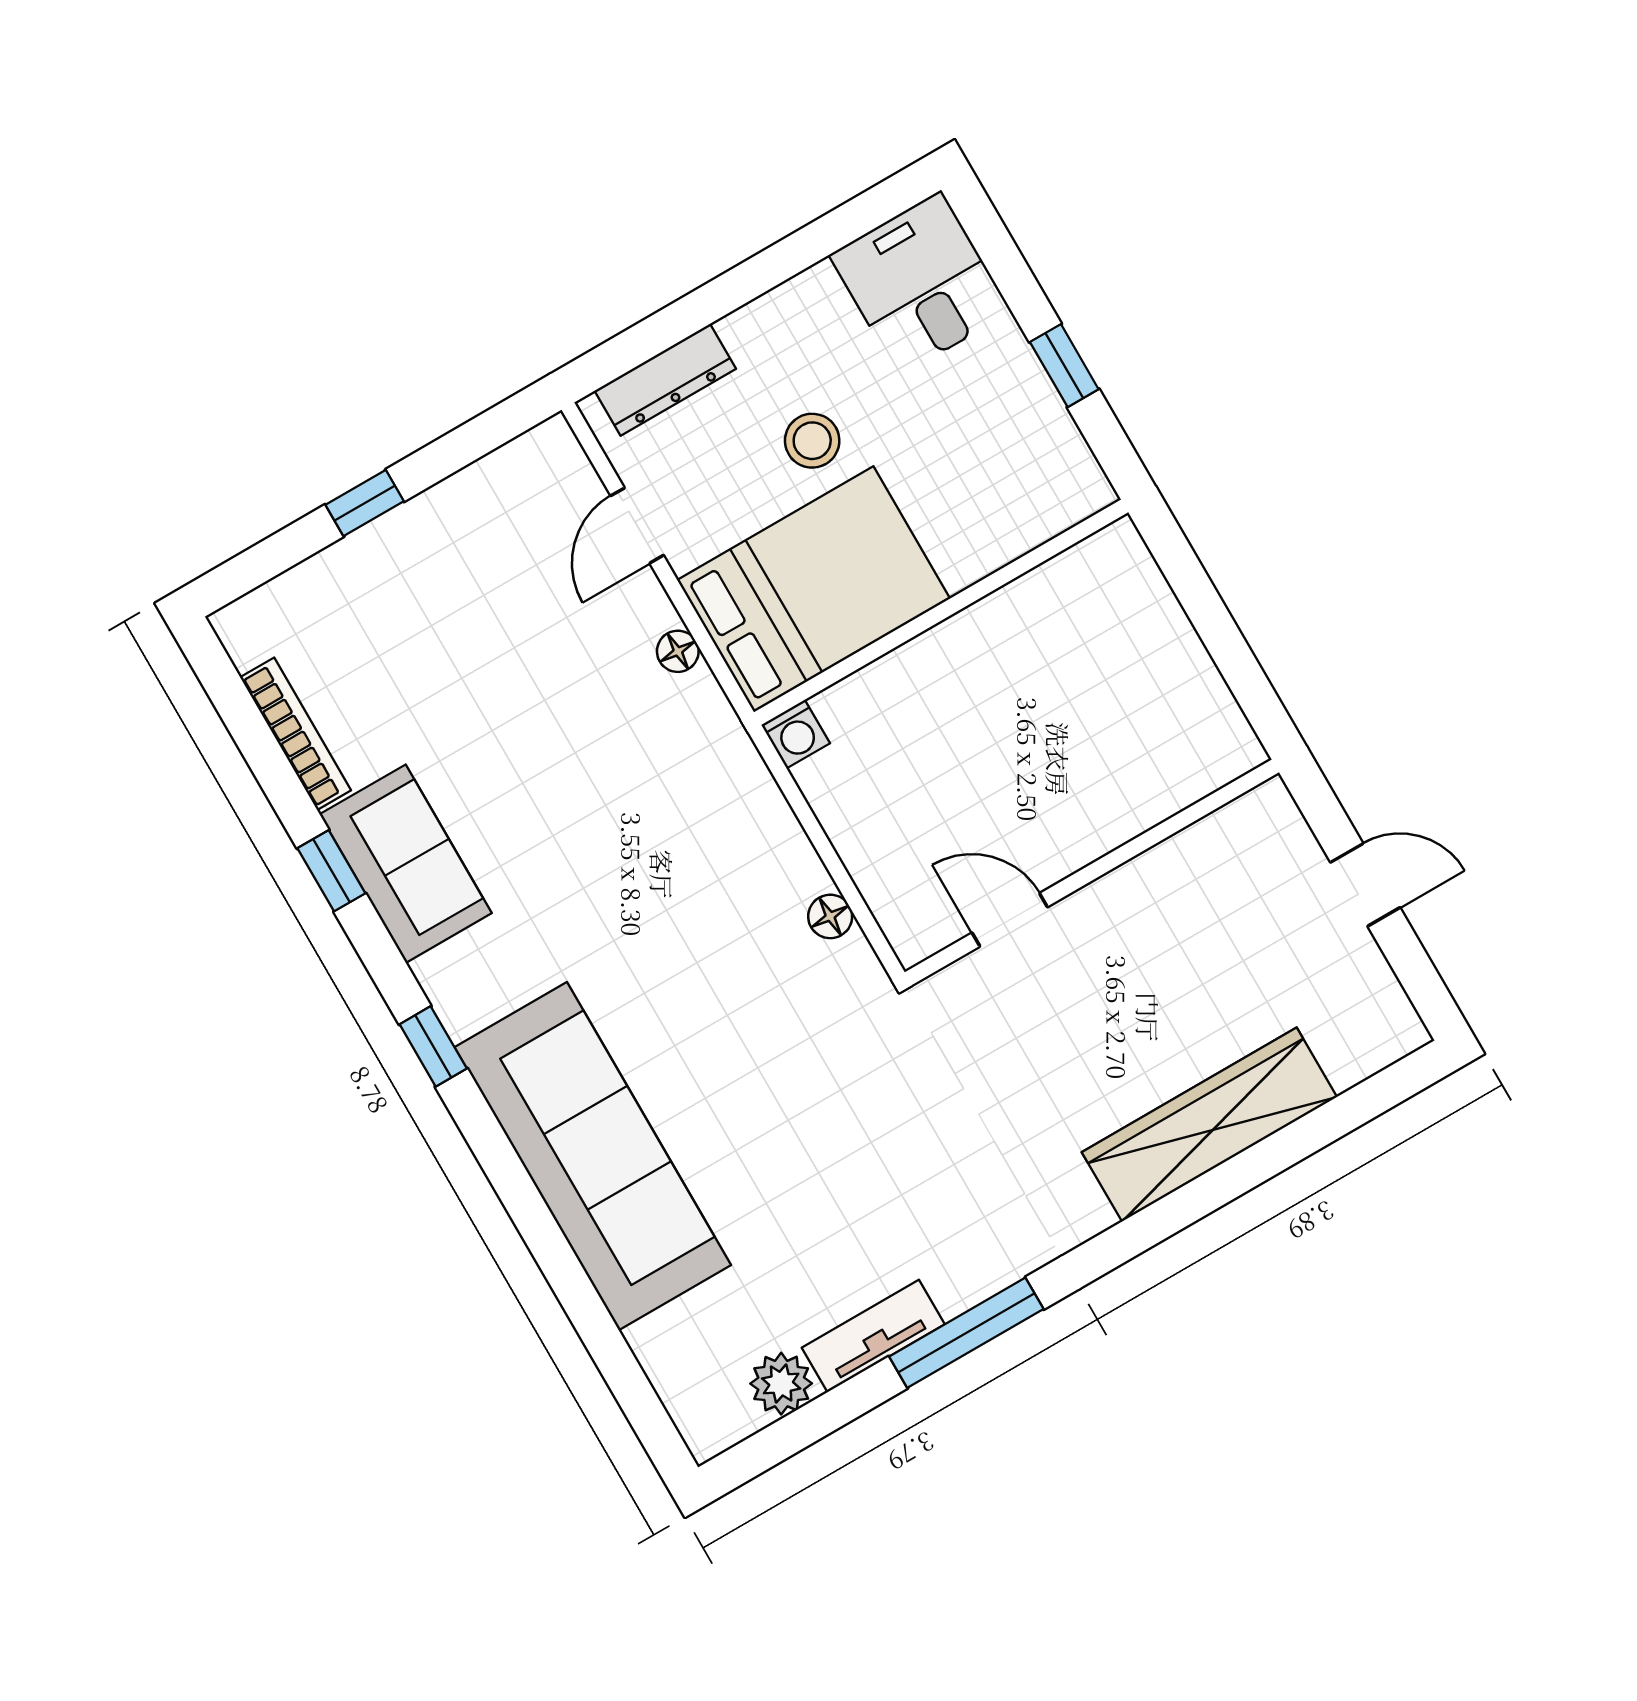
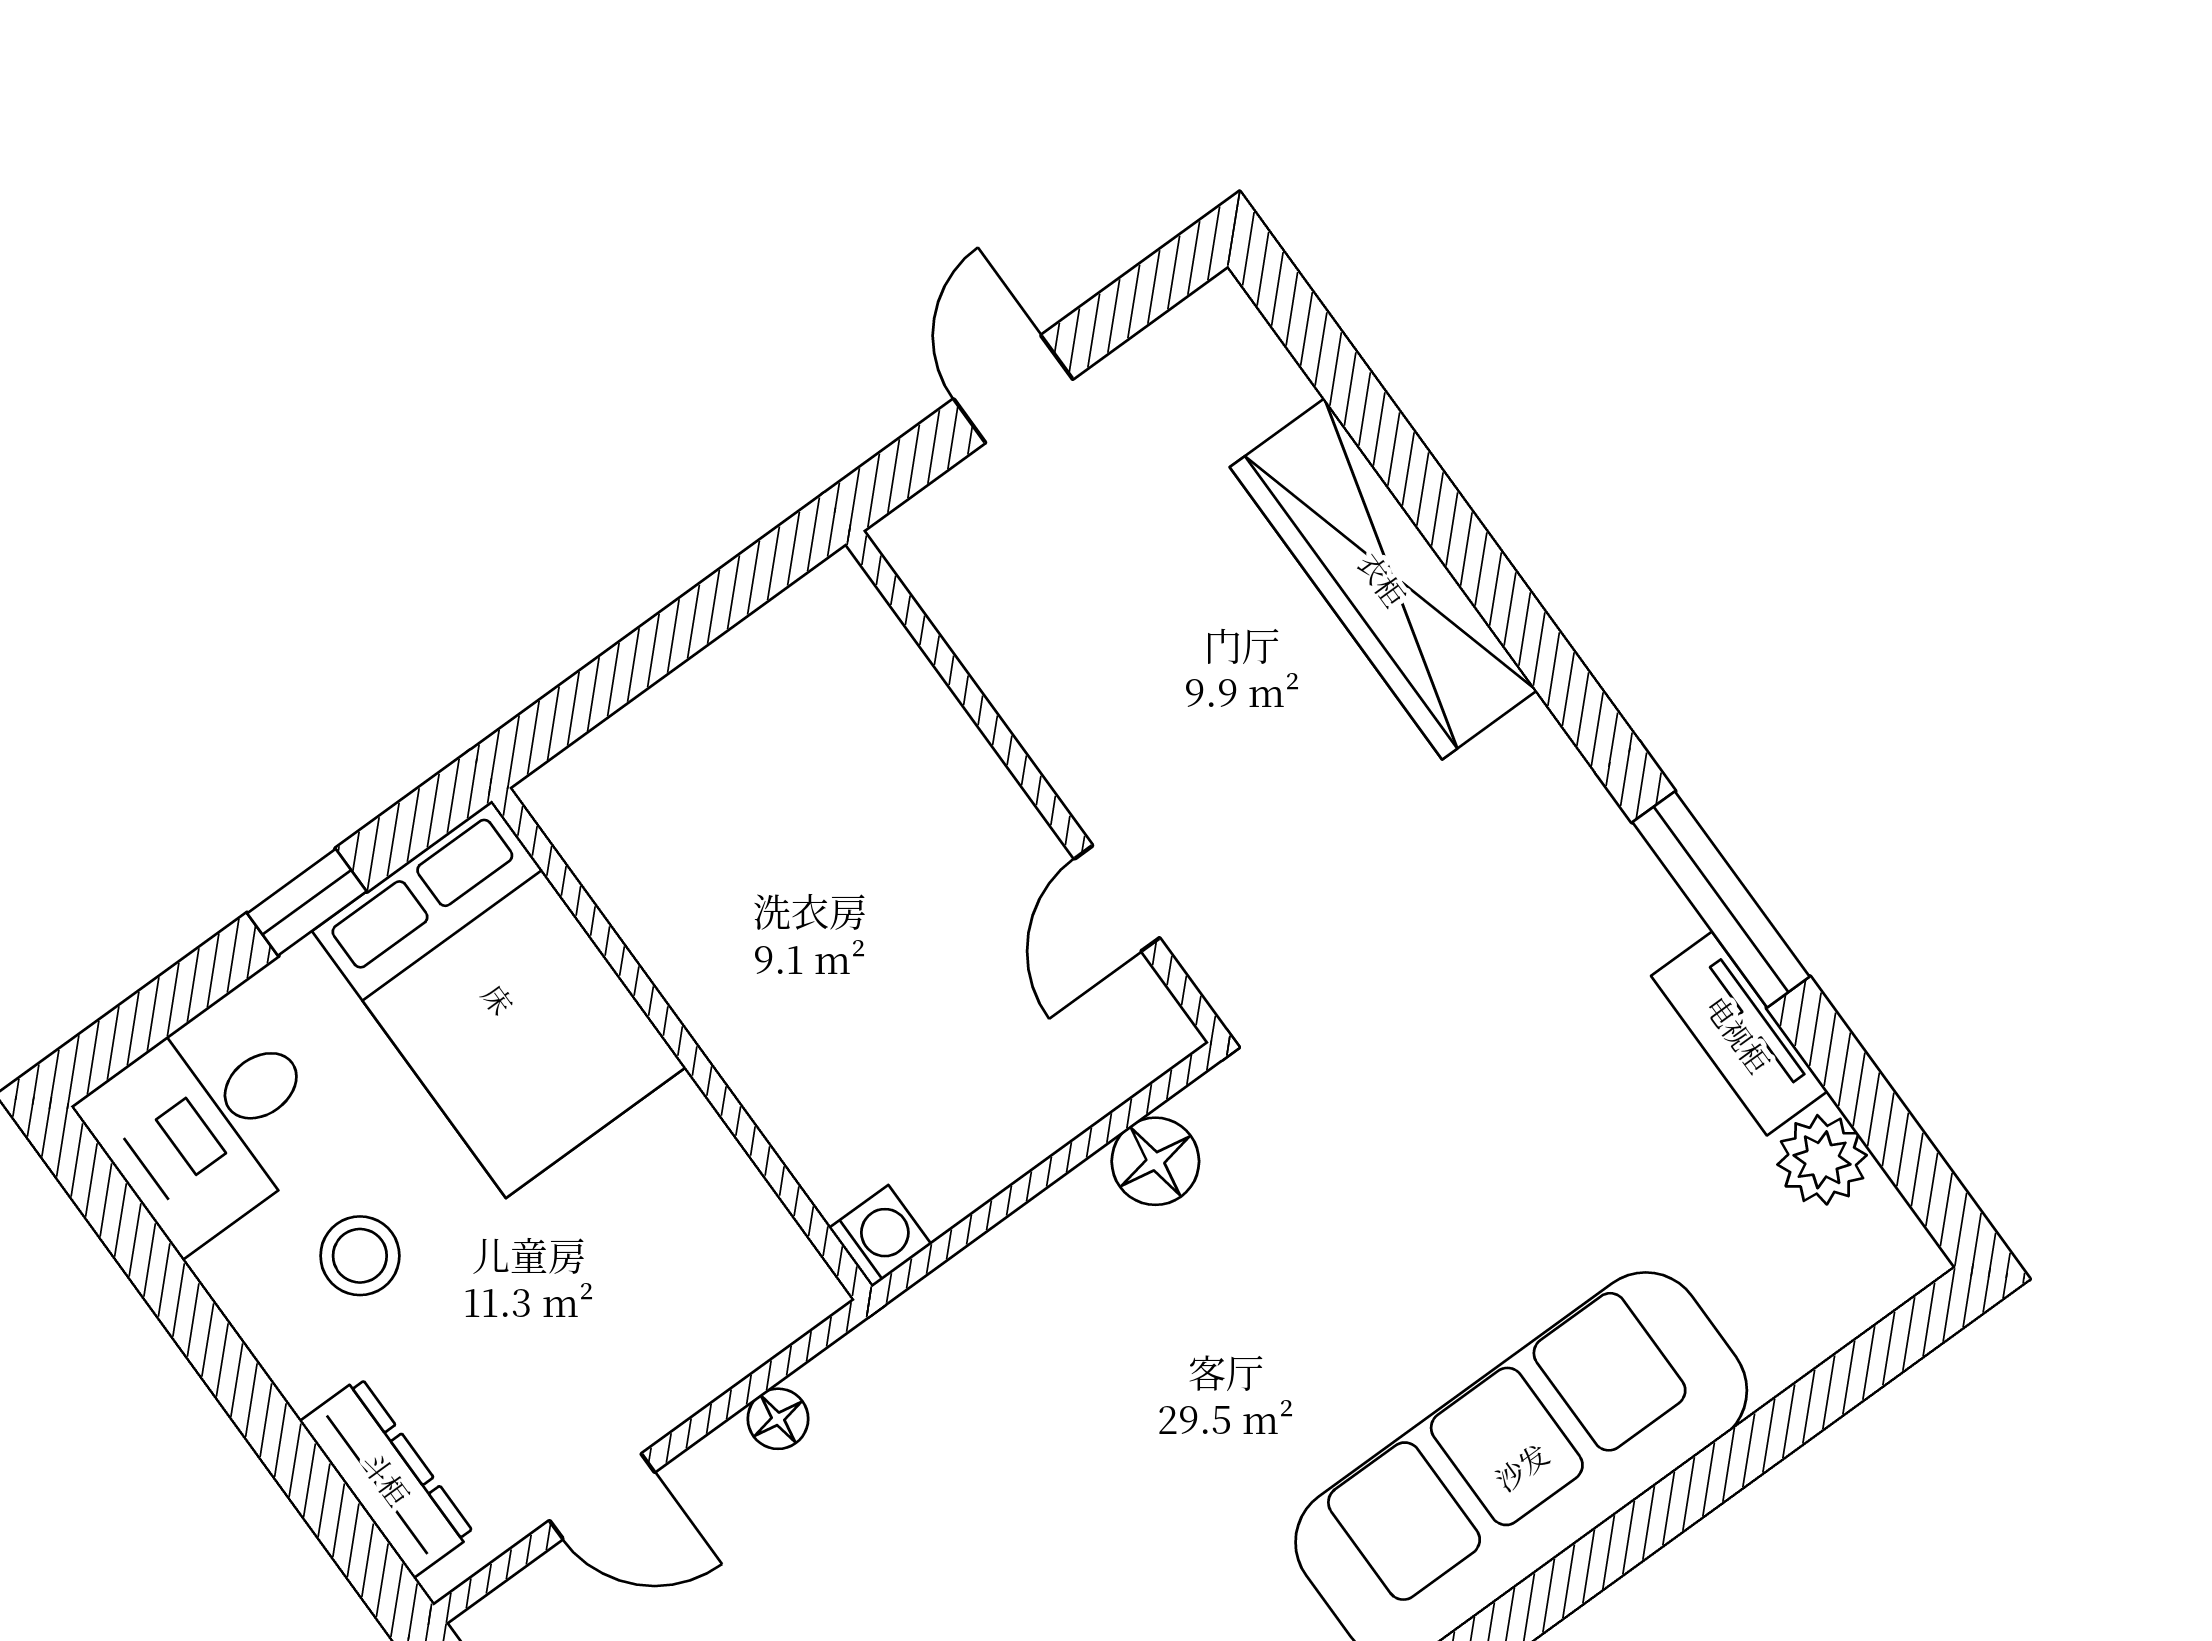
stool: (812, 441) -> (360, 1256), moved
bed: (814, 589) -> (499, 999), moved, turned 180
floor lamp: (830, 916) -> (1155, 1161), width x1.37, depth x1.37

